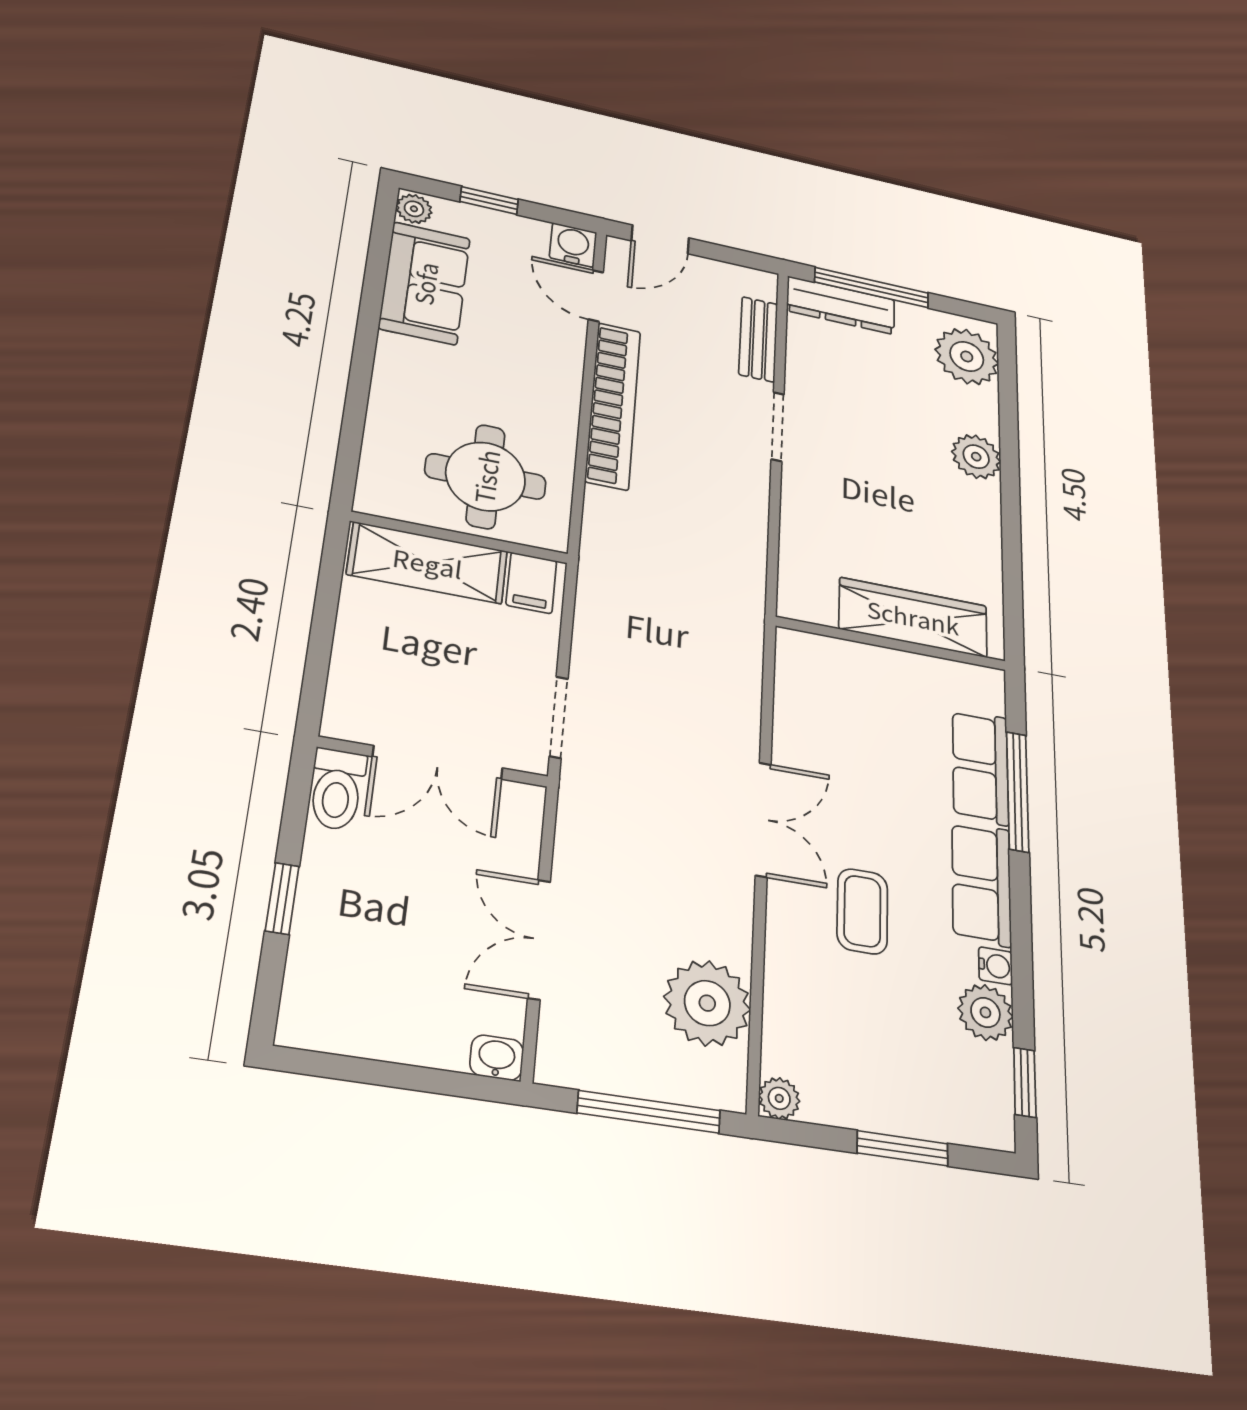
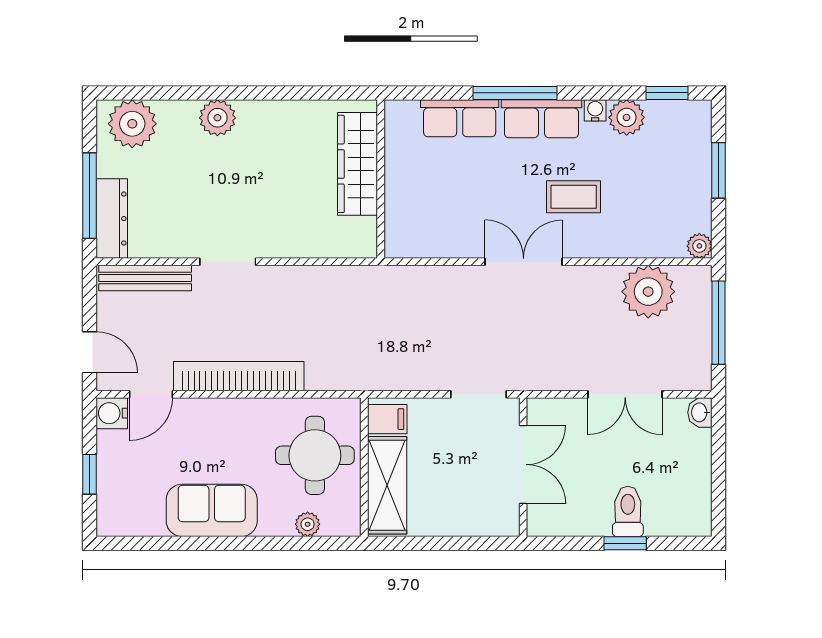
plant: (414, 209) -> (308, 524), moved
sofa: (425, 283) -> (212, 510), moved
bench: (758, 339) -> (145, 278), width x1.36
toilet: (337, 789) -> (628, 511), moved, turned -90
window: (1018, 792) -> (515, 93), moved

